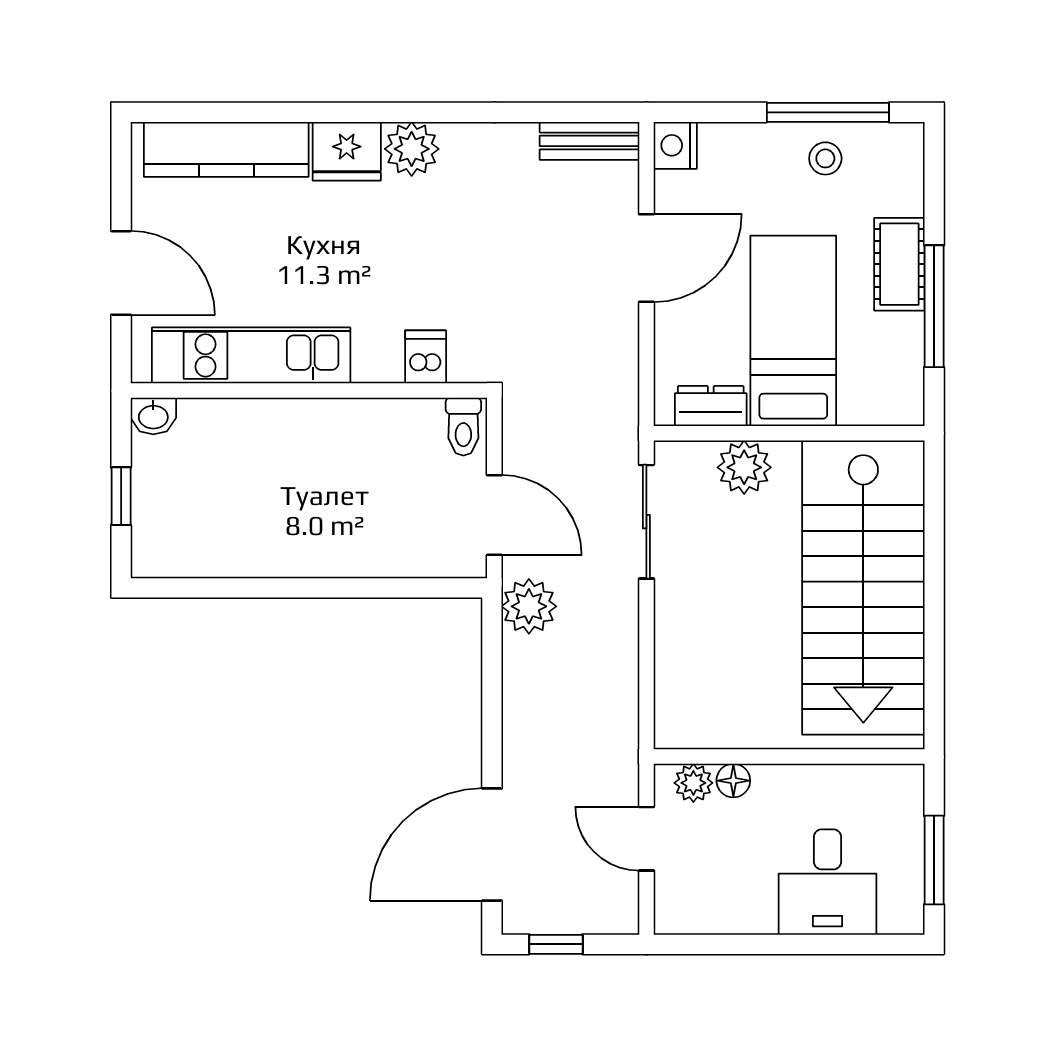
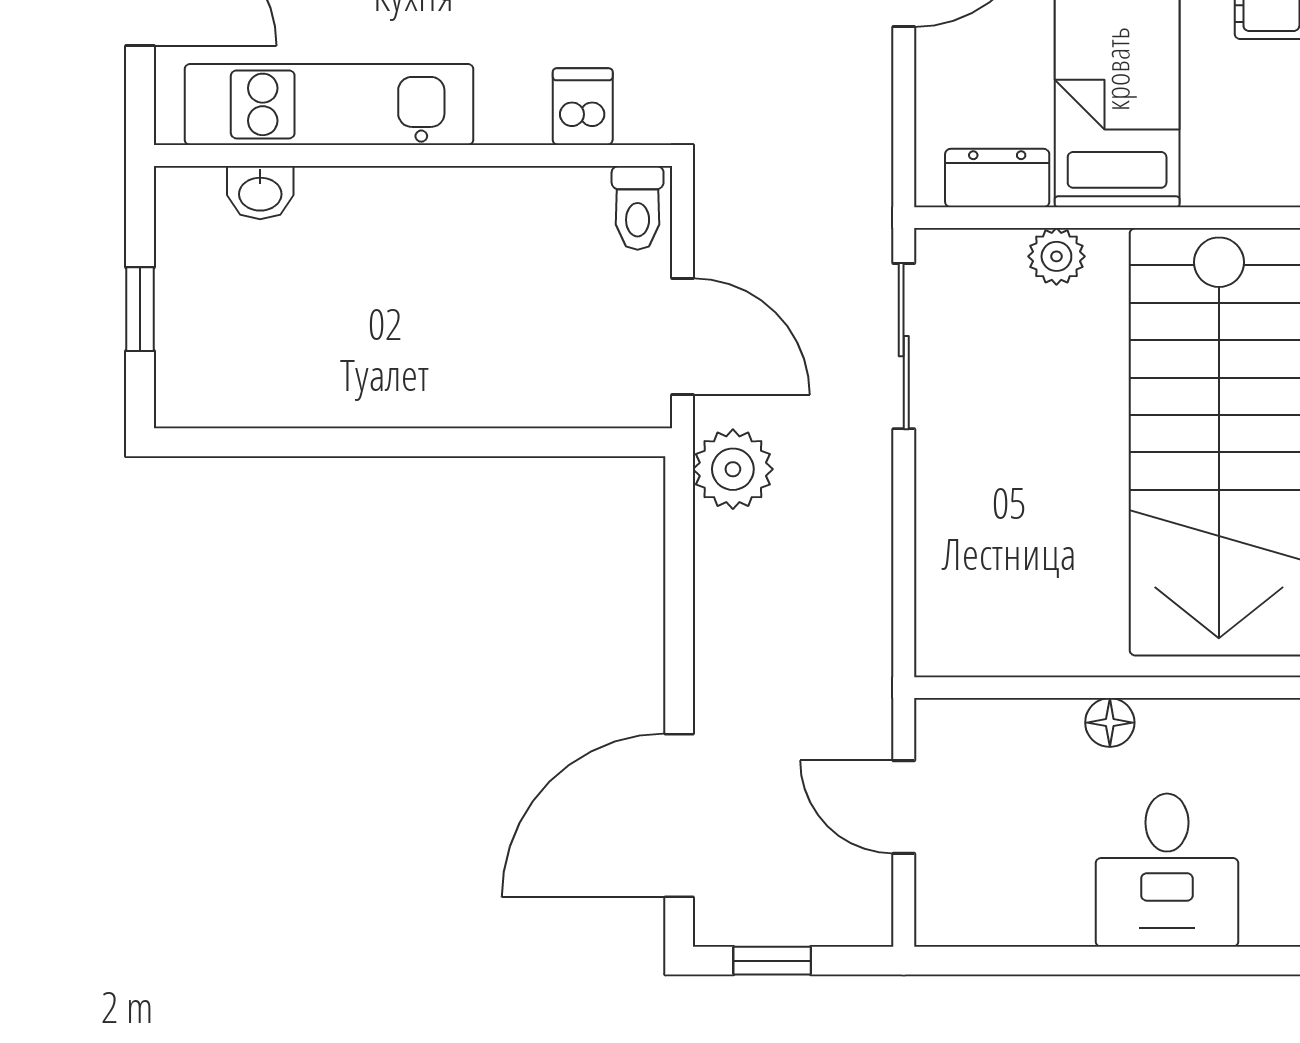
washbasin: (153, 416) -> (260, 193), moved
plant: (744, 467) -> (1056, 256), width x0.73, depth x0.73
floor lamp: (733, 781) -> (1110, 723), moved
plant: (693, 783) -> (972, 726), removed

